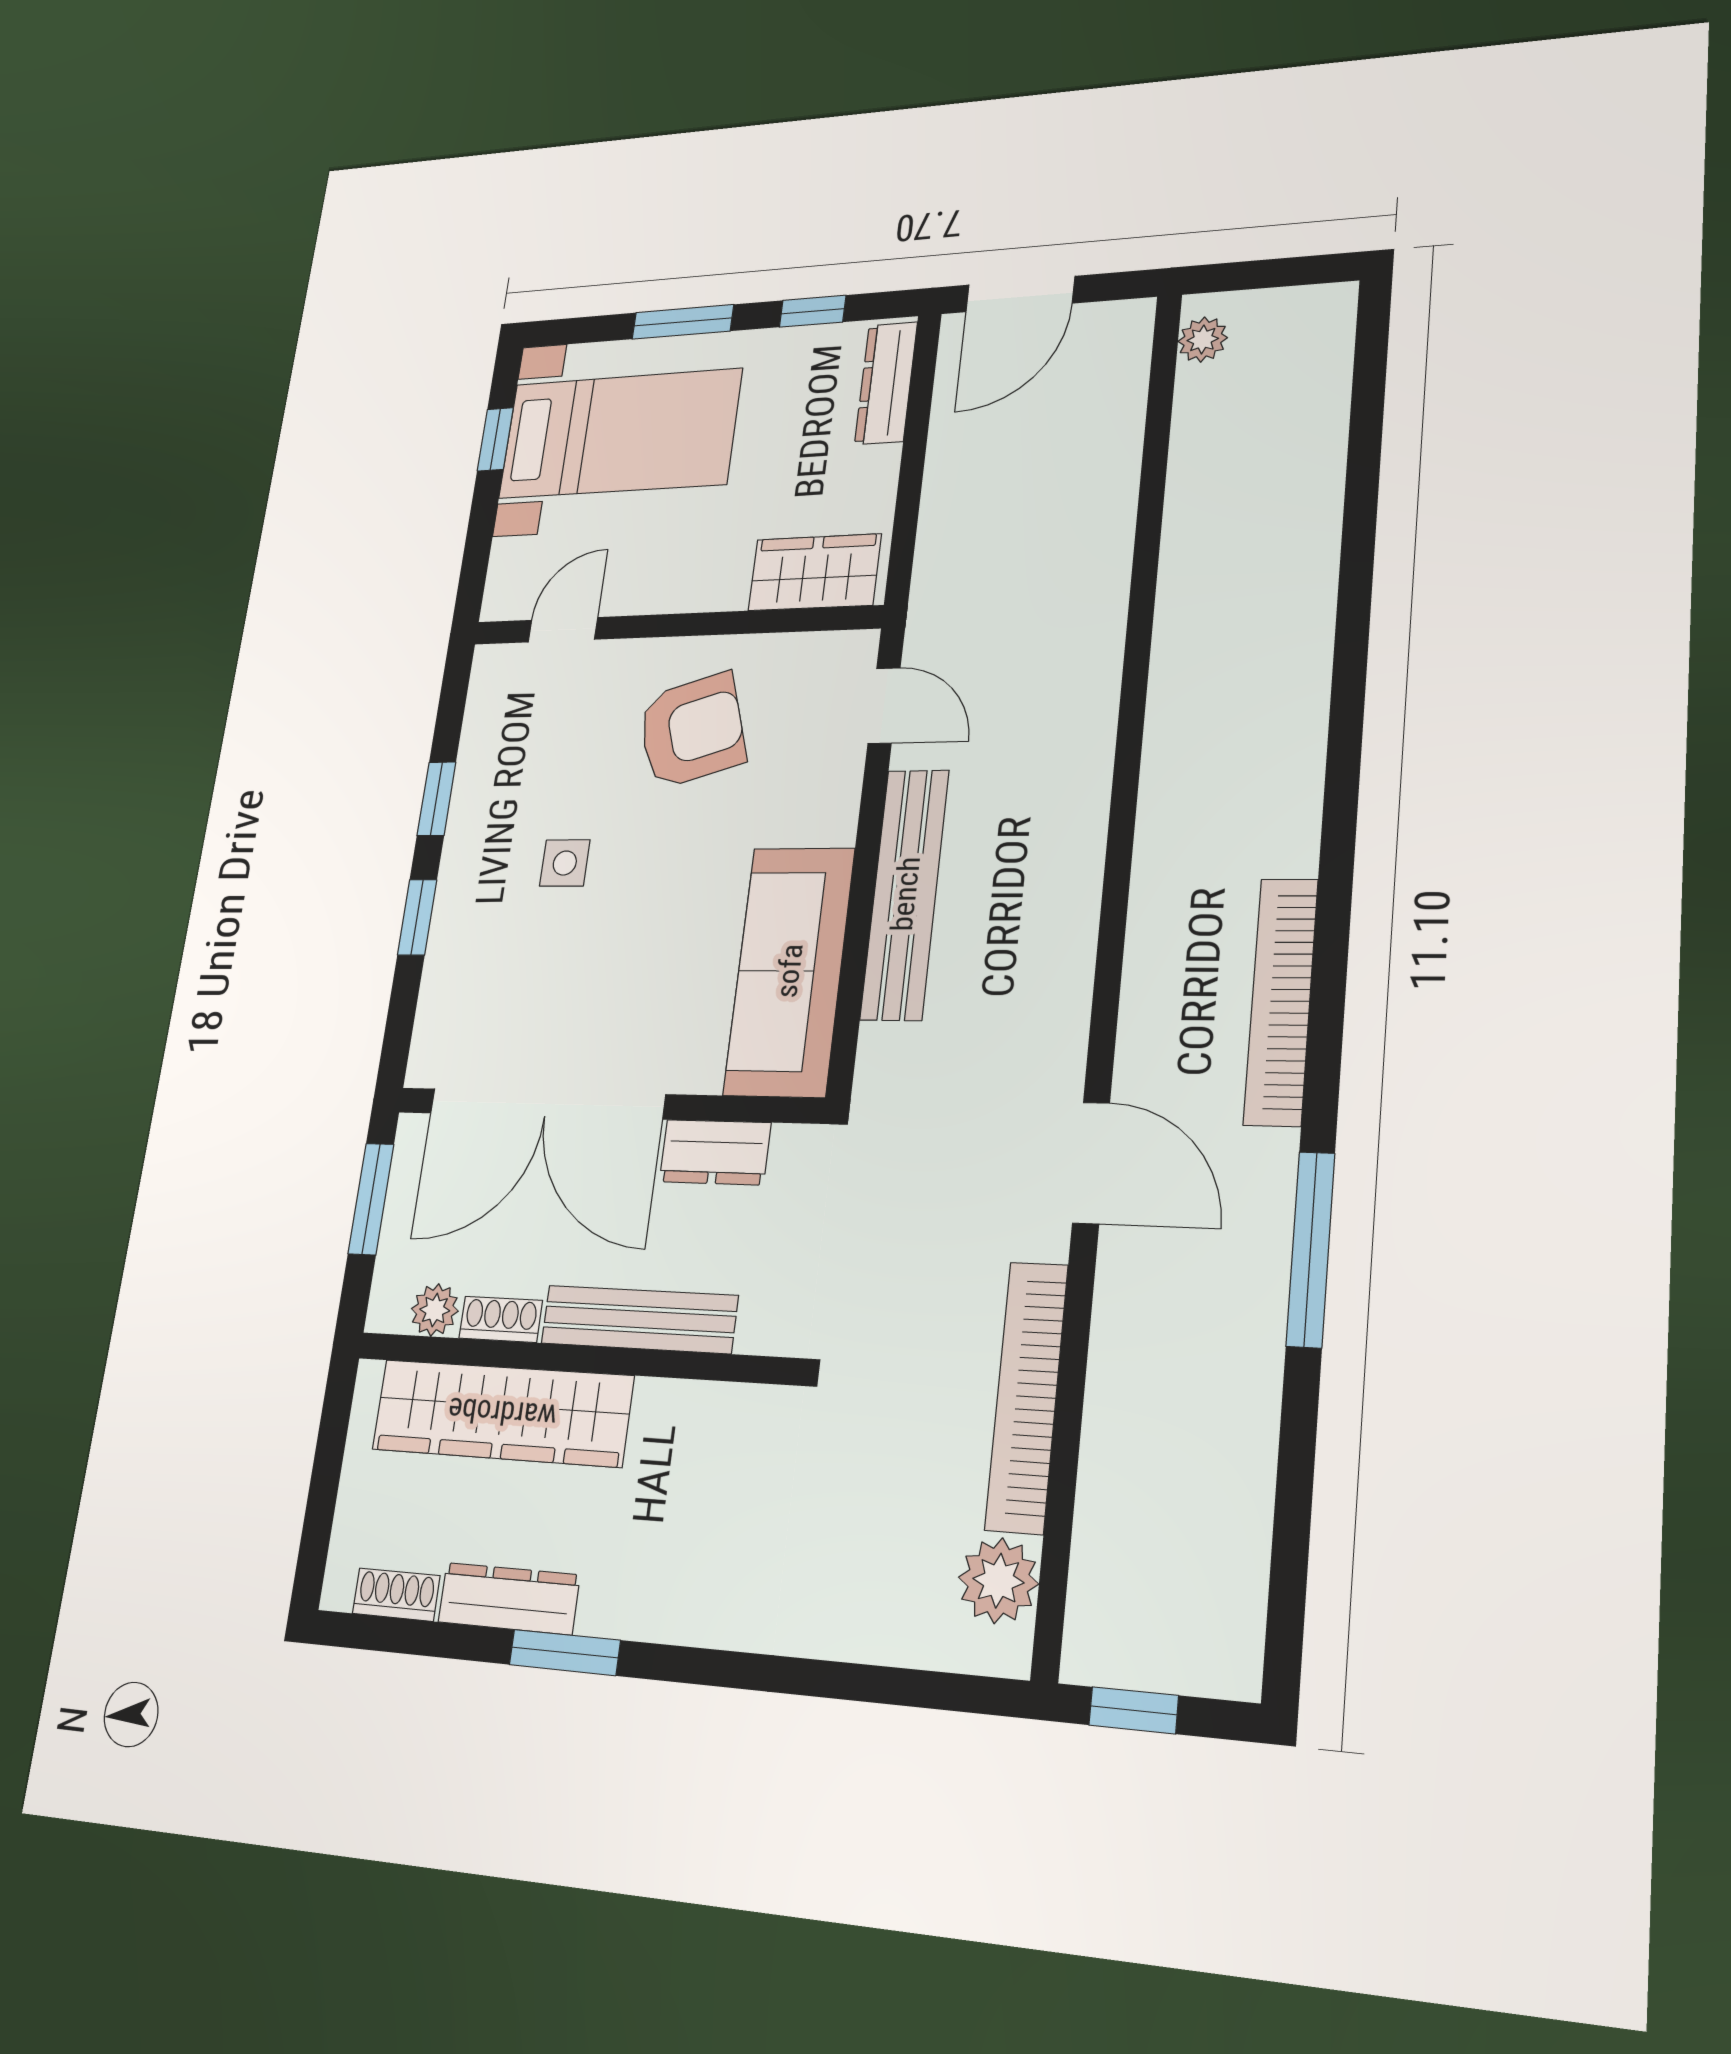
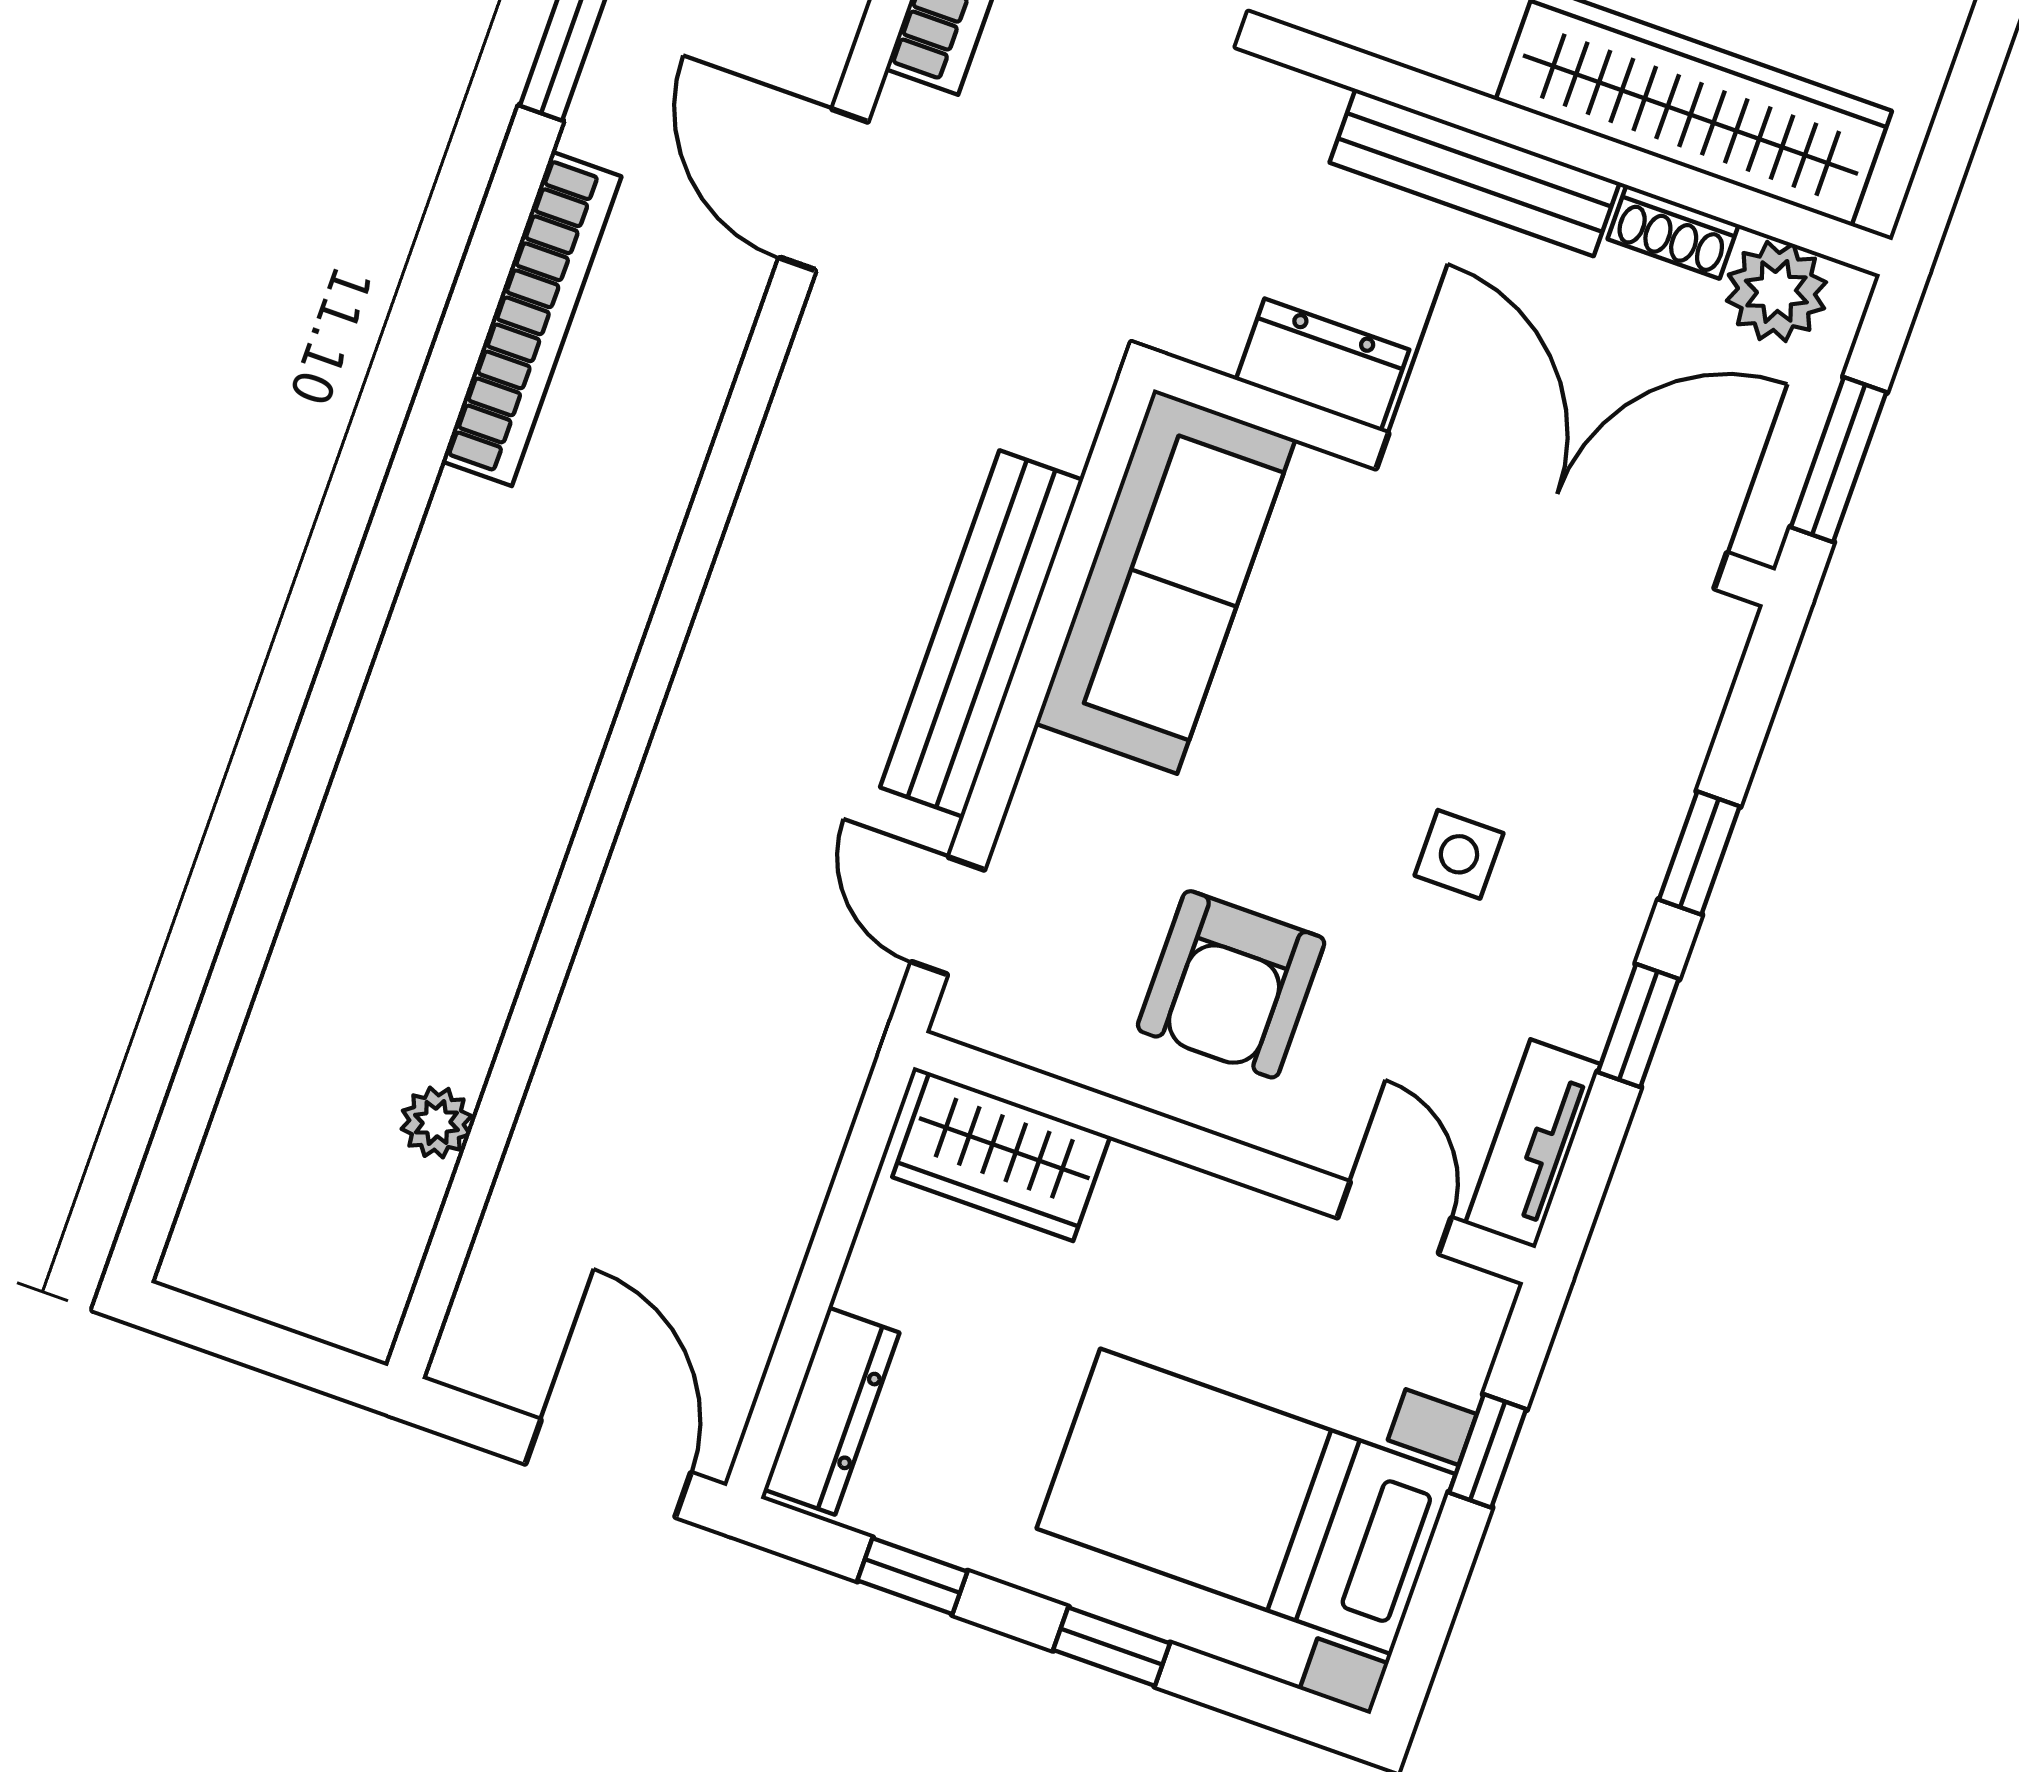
door: (1020, 294) -> (608, 1468), hinge flipped
window: (683, 322) -> (1112, 1647), width x0.67
plant: (1203, 340) -> (436, 1122), moved
window: (495, 439) -> (1488, 1451), moved
door: (563, 630) -> (1394, 1218), swing flipped
tv unit: (487, 705) -> (1533, 1144), added
armchair: (692, 731) -> (1231, 984), turned -73
plant: (435, 1310) -> (1776, 291), width x1.38, depth x1.38

